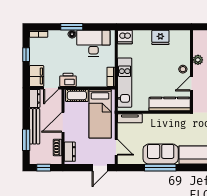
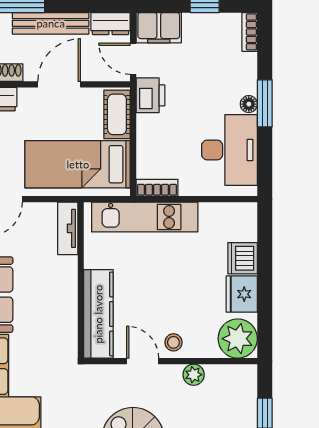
dishwasher: (125, 37) -> (243, 258), moved
plant: (181, 39) -> (238, 339), added
door: (63, 122) -> (59, 84), hinge flipped

